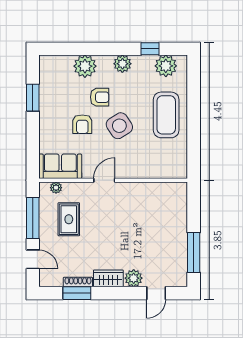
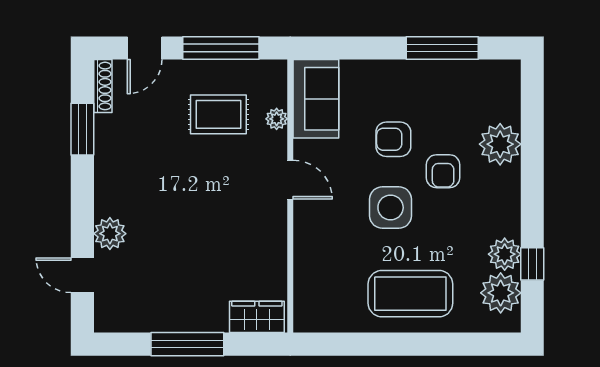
plant: (122, 64) -> (505, 254), moved
window: (33, 98) -> (442, 48), width x1.44
side table: (119, 126) -> (391, 208), turned 33
plant: (56, 188) -> (277, 119), moved
window: (194, 252) -> (187, 344), moved
wardrobe: (108, 278) -> (257, 317), moved, turned -90
shoe rack: (78, 282) -> (103, 86), moved

